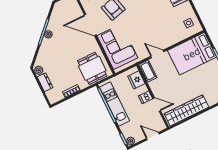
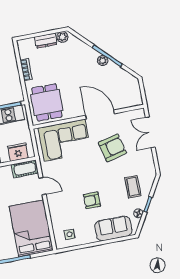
armchair: (158, 13) -> (92, 200), added
door: (90, 25) -> (100, 114), hinge flipped
door: (157, 54) -> (42, 186), hinge flipped
dining table: (92, 68) -> (47, 102), turned 90

